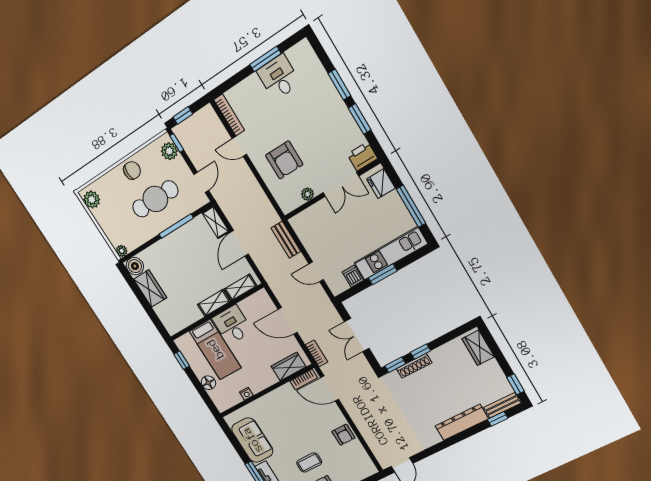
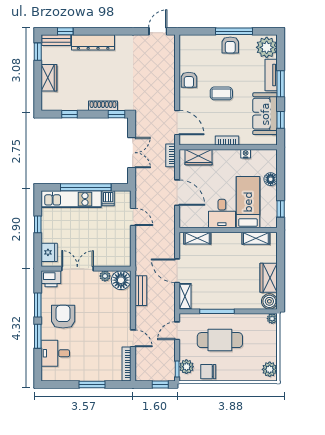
window: (265, 59) -> (92, 385), moved
desk: (279, 77) -> (55, 353), moved, turned 90
armchair: (284, 160) -> (63, 317), moved
chair: (132, 170) -> (208, 372), moved
floor lamp: (289, 200) -> (121, 280), added
window: (411, 206) -> (38, 224), width x0.46
bench: (286, 240) -> (141, 291), moved
door: (239, 243) -> (177, 271), swing flipped
window: (383, 274) -> (86, 187), width x2.11
shelving: (214, 303) -> (256, 238), moved
wardrobe: (478, 348) -> (49, 78), moved
window: (420, 352) -> (70, 114), moved
bookcase: (304, 379) -> (227, 140), moved
armchair: (343, 435) -> (189, 80), turned 180
window: (235, 442) -> (281, 120), added
coffee table: (309, 463) -> (221, 93), moved

